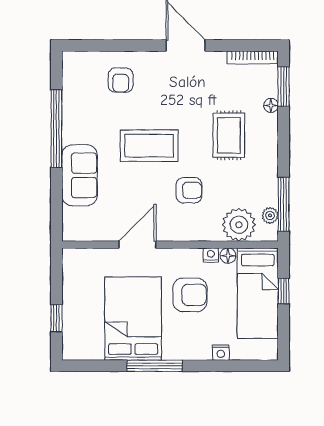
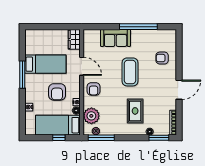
rug: (229, 135) -> (135, 111), turned 90
armchair: (189, 190) -> (94, 89), moved
wardrobe: (82, 260) -> (74, 39), added
window: (56, 318) -> (46, 27), removed
bed: (133, 319) -> (45, 64), width x0.67

